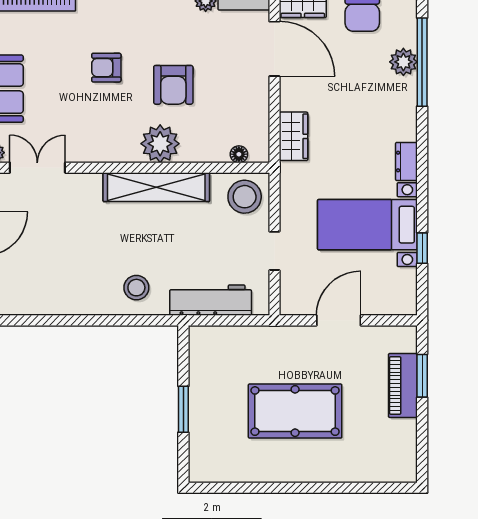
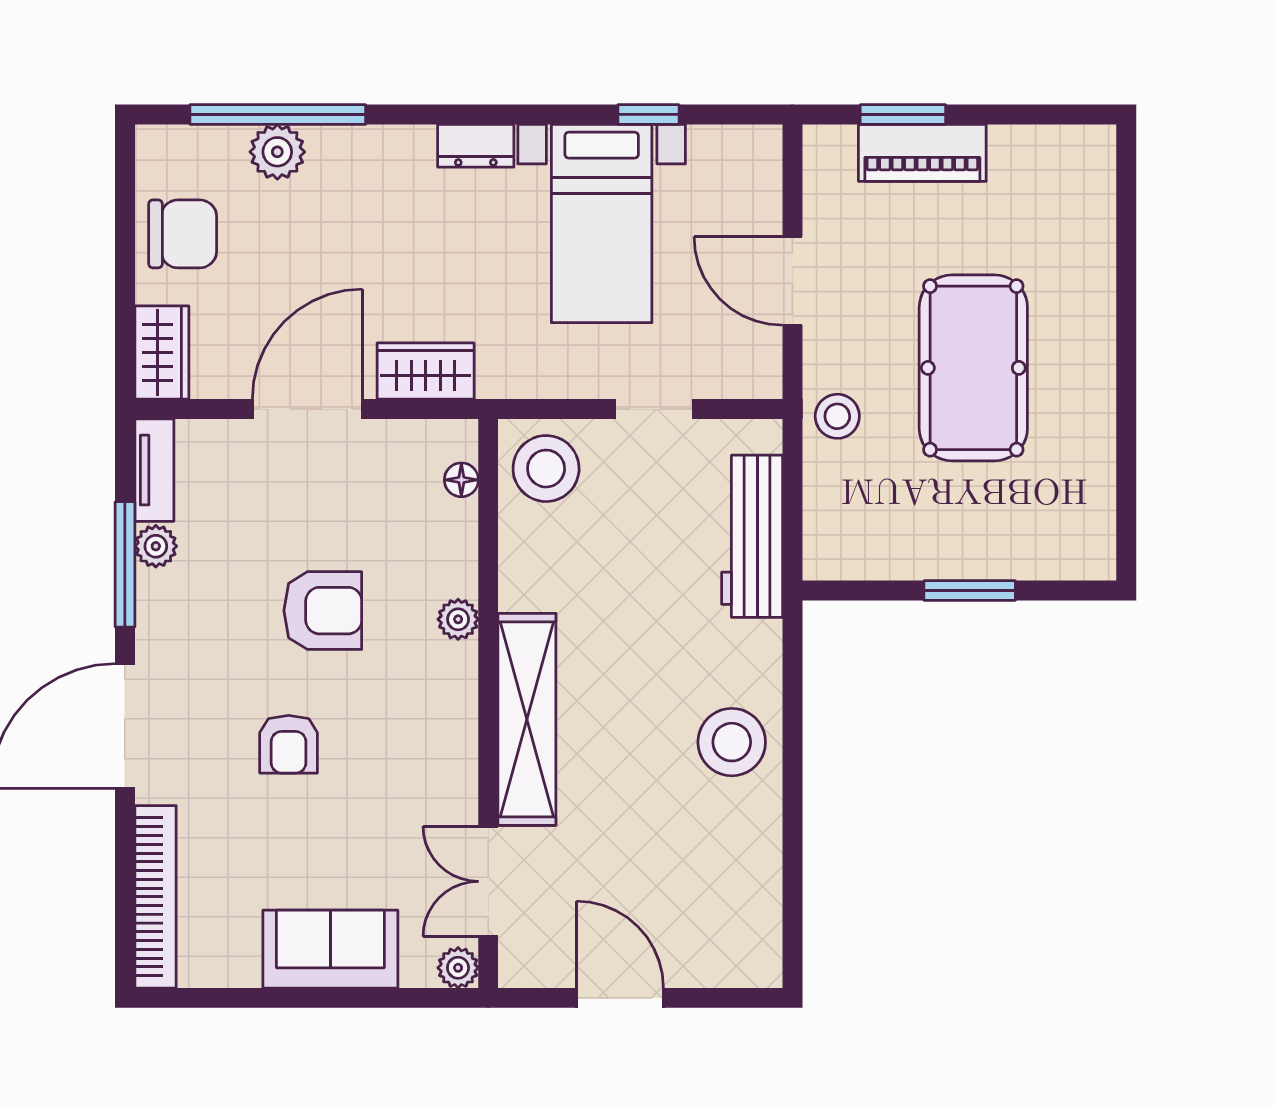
door: (274, 49) -> (307, 409), moved
plant: (160, 144) -> (458, 619), width x0.53, depth x0.53
shelving: (156, 187) -> (527, 719), moved
stool: (136, 288) -> (732, 742), moved, width x1.38, depth x1.38
stool: (271, 343) -> (837, 416), added

